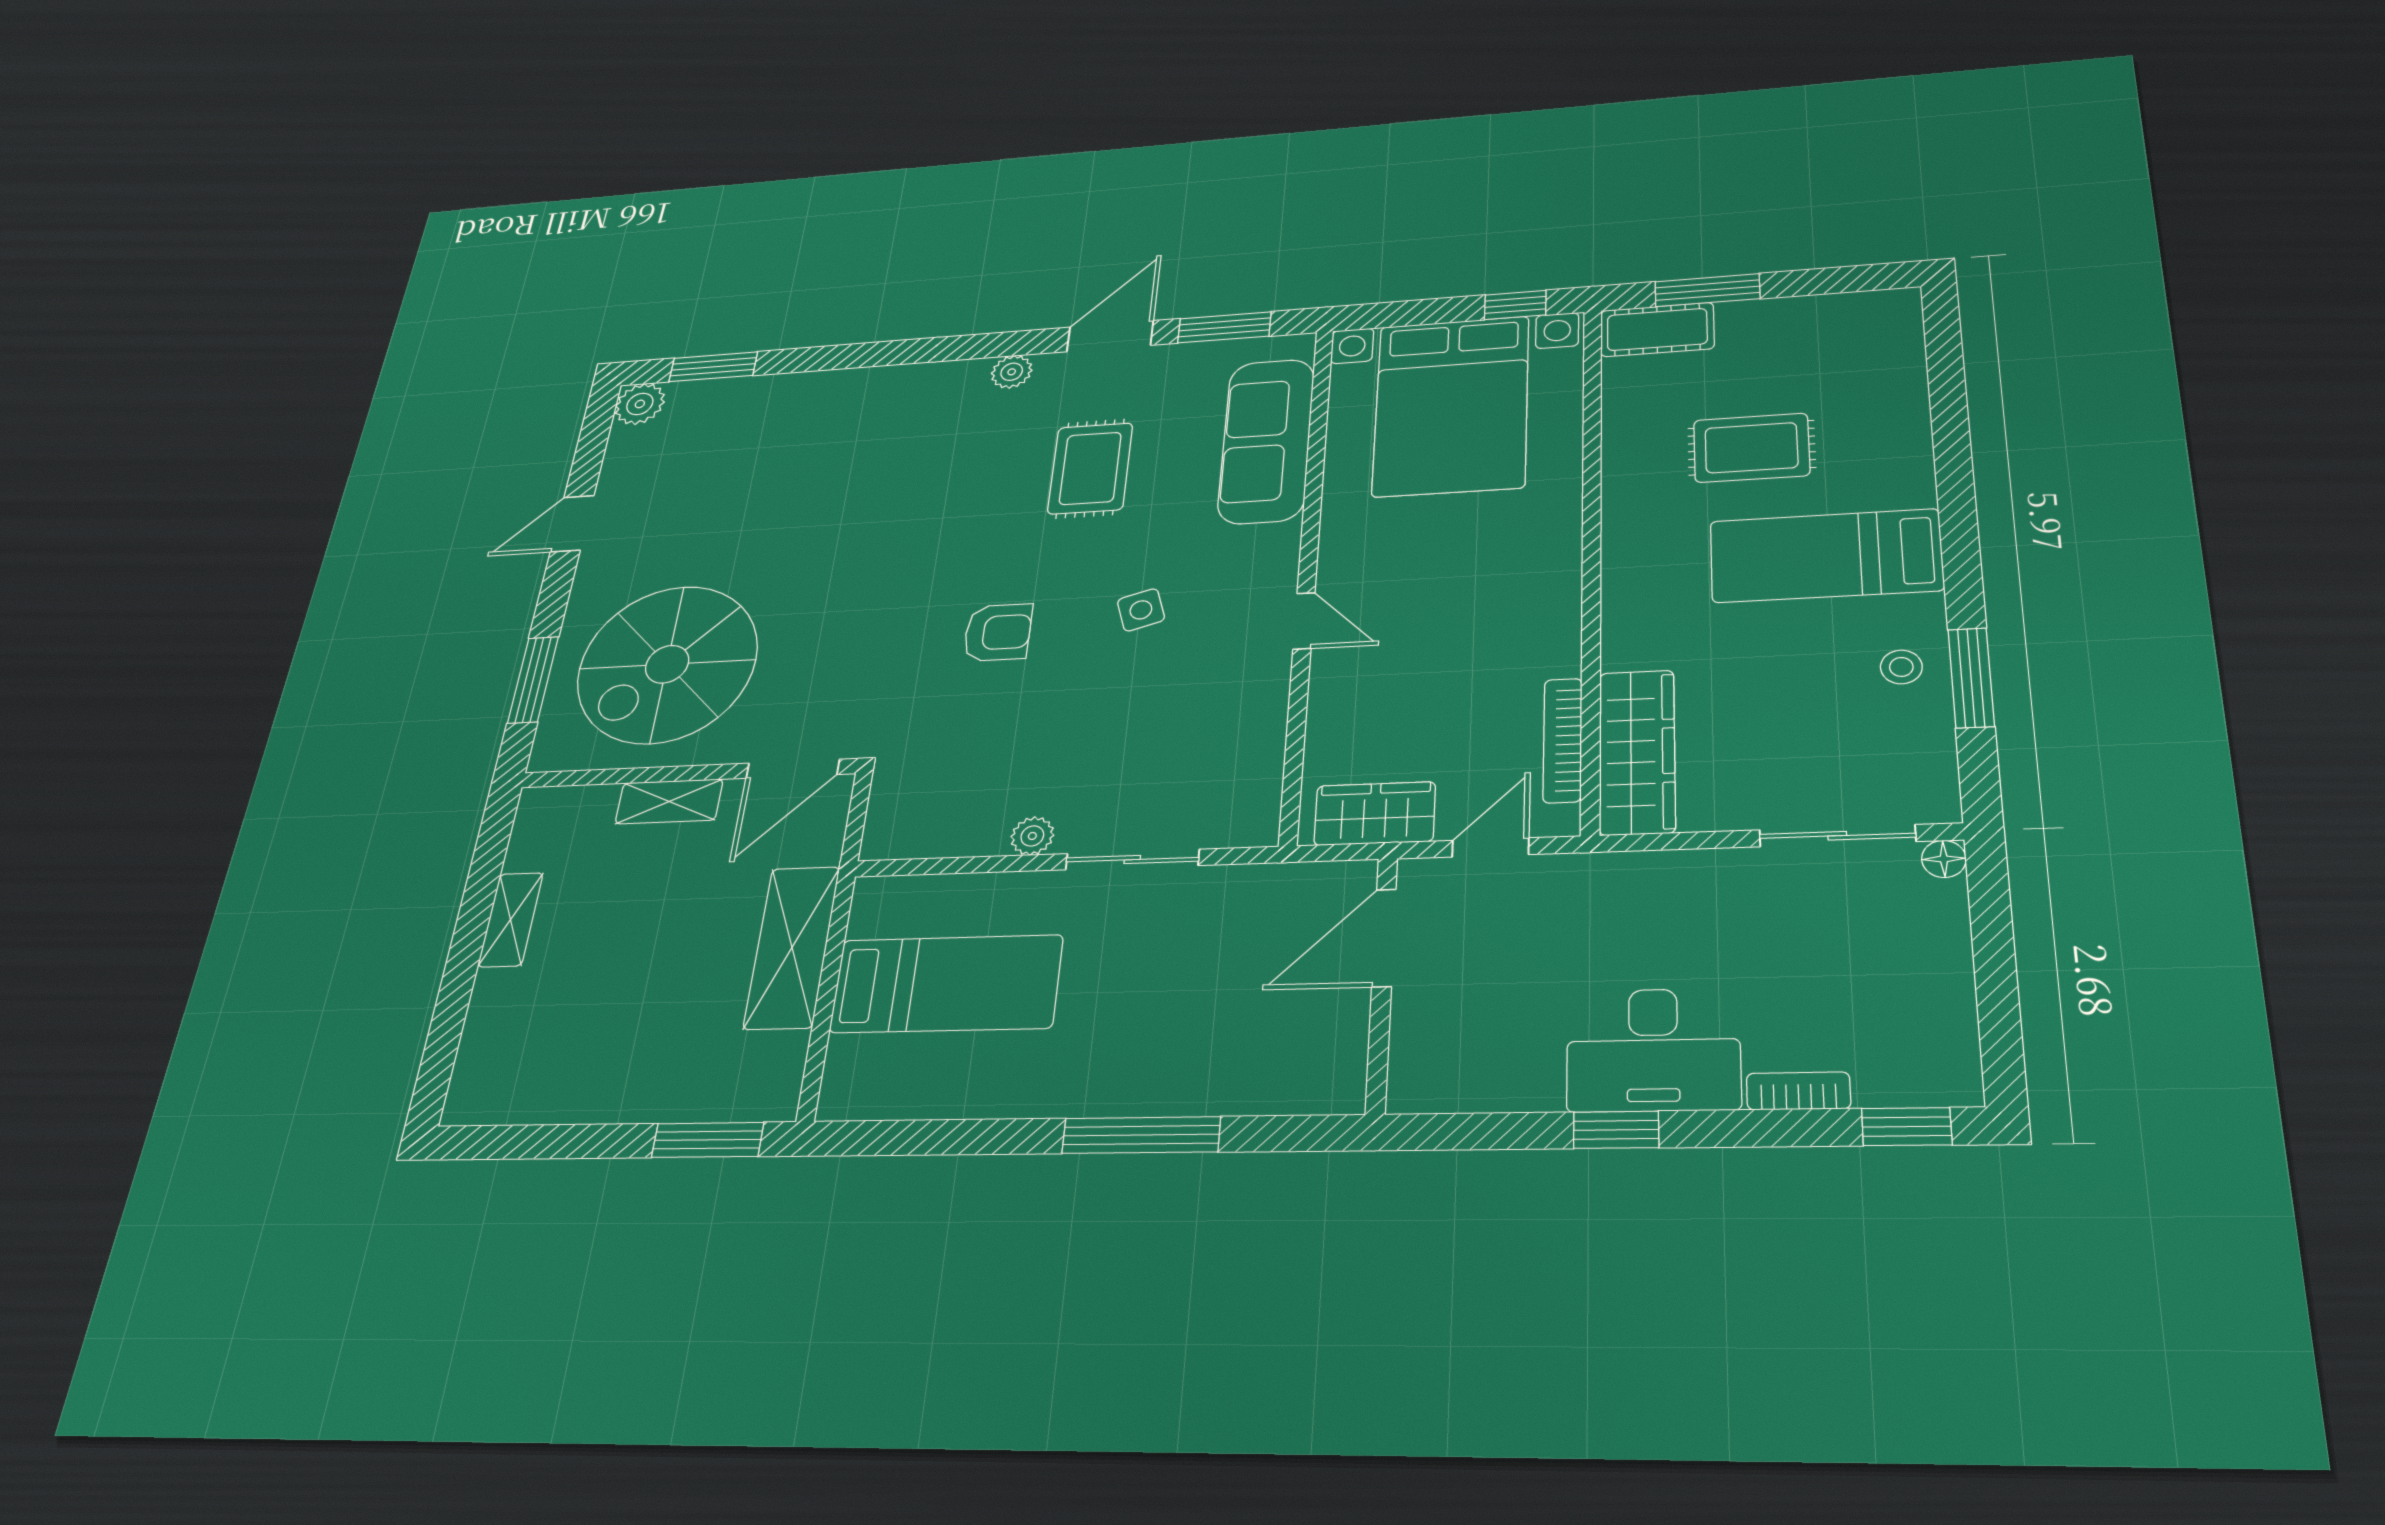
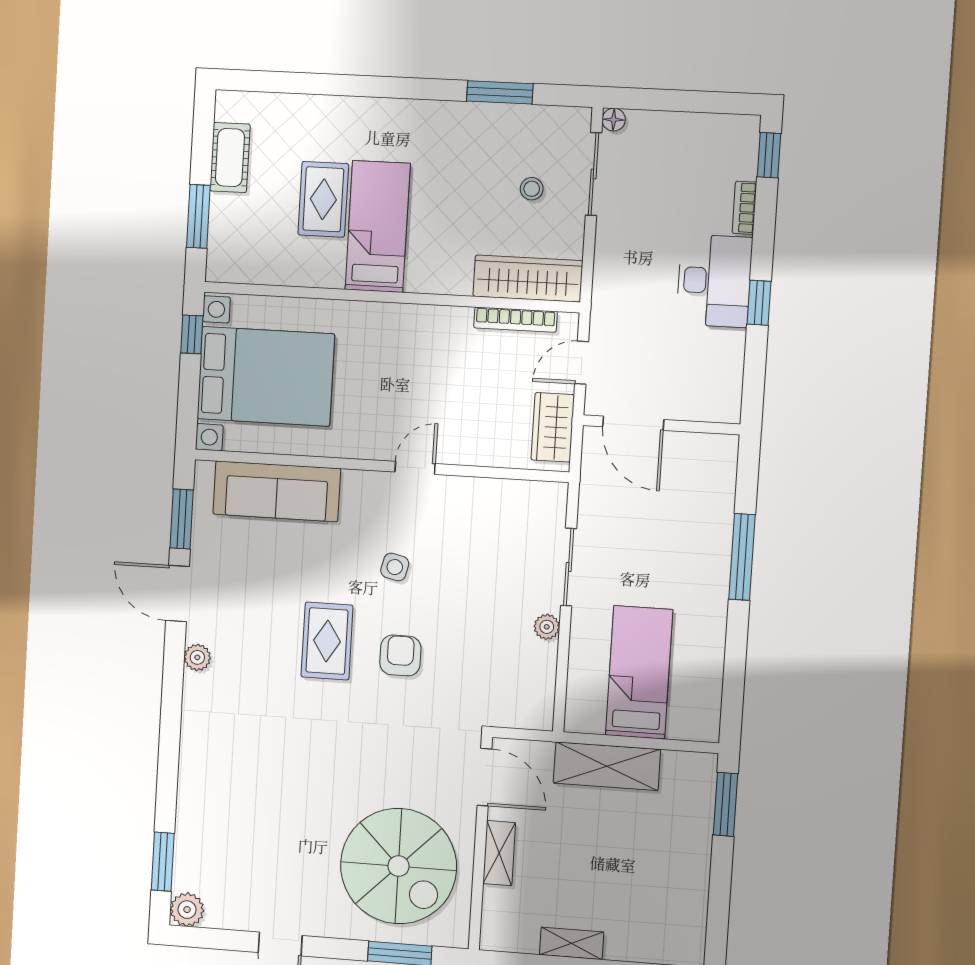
cot: (1657, 330) -> (230, 157), moved
rug: (1090, 468) -> (327, 641), moved, turned 90
bed: (1826, 556) -> (378, 226), moved, turned 180
side table: (1141, 610) -> (395, 567), turned 30
stool: (1901, 667) -> (532, 189), moved
door: (1490, 847) -> (582, 363), hinge flipped

